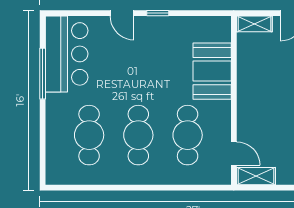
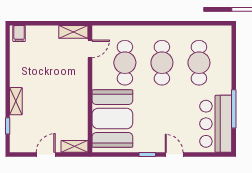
booth: (212, 71) -> (112, 119), width x1.36, depth x1.42
door: (234, 153) -> (90, 49), swing flipped

